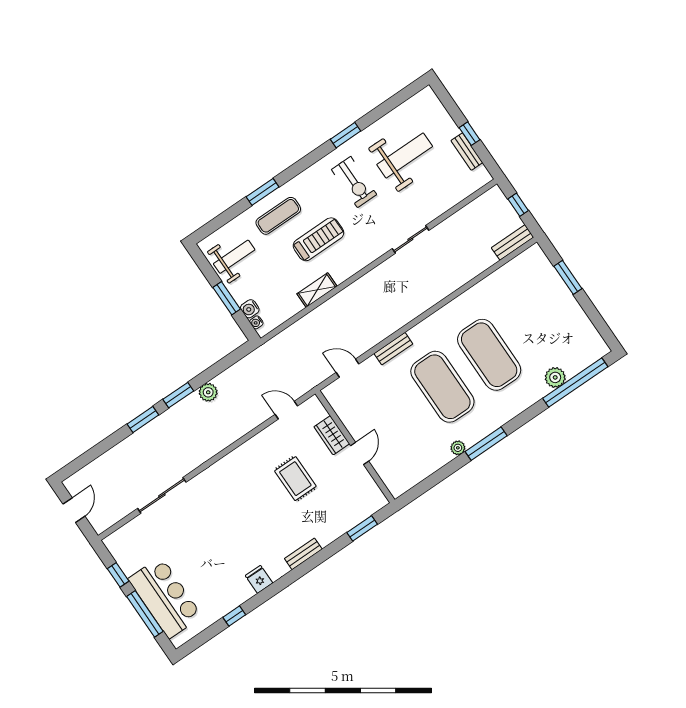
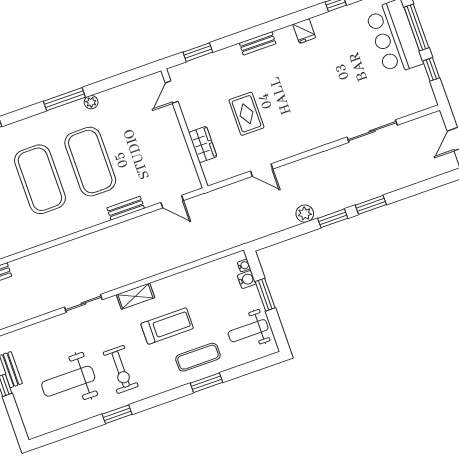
exercise bike: (354, 182) -> (121, 369), turned 180
treadmill: (318, 239) -> (167, 326), turned 180
shelving: (317, 290) -> (135, 296), moved
door: (286, 410) -> (262, 170), moved
door: (360, 453) -> (172, 92), moved

